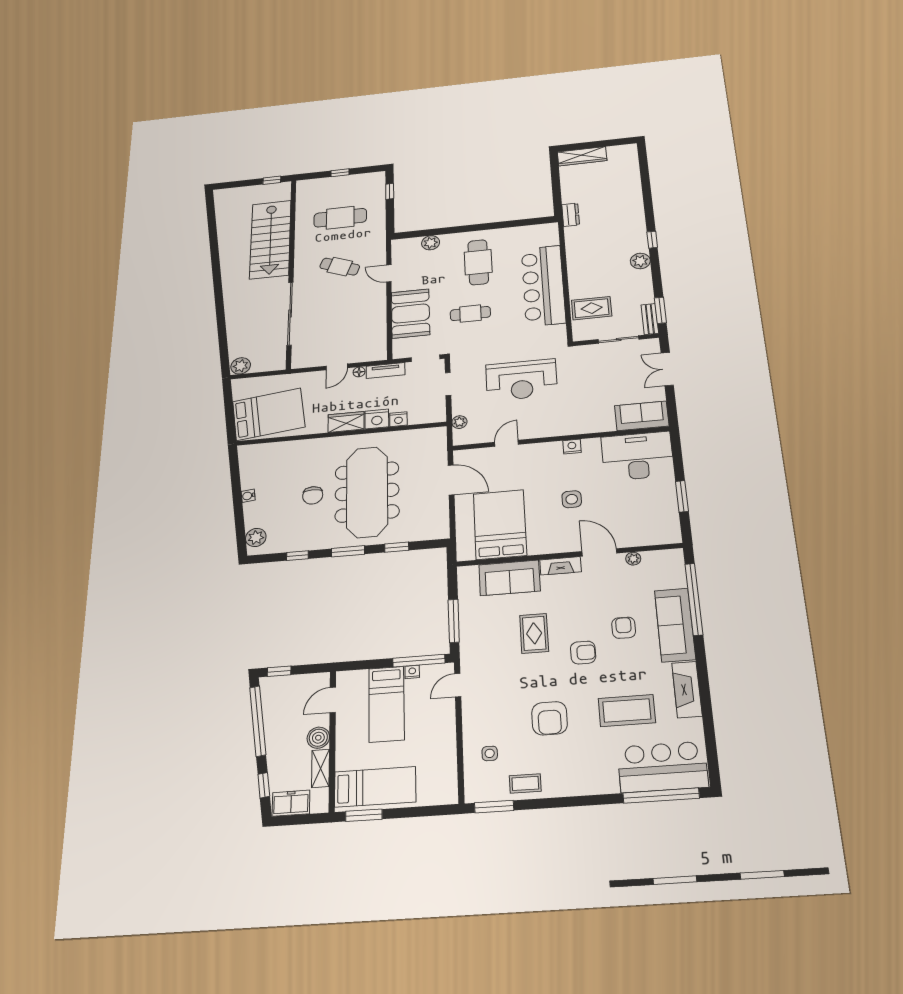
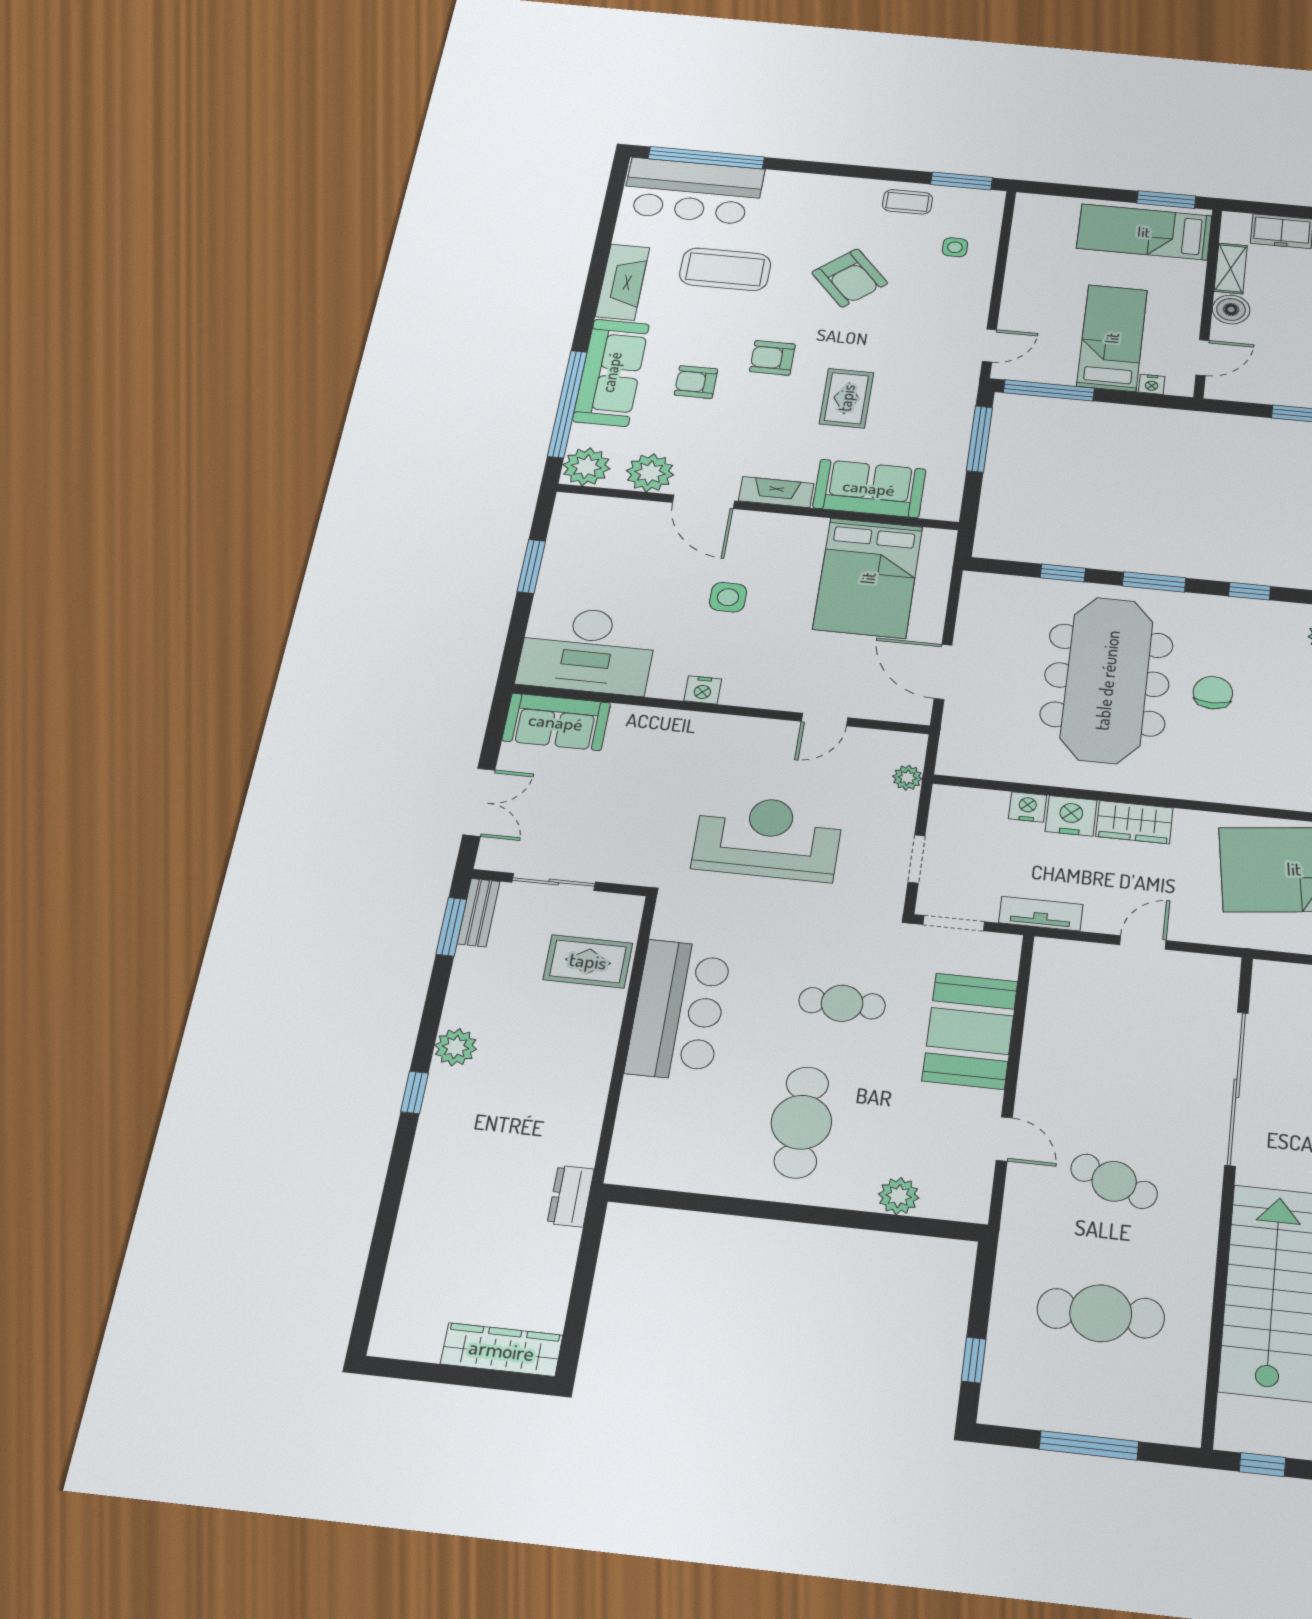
window: (340, 173) -> (1089, 1445), width x2.17
bar counter: (543, 286) -> (679, 1010), width x0.73
floor lamp: (359, 372) -> (1096, 922), removed
plant: (633, 559) -> (650, 473), width x1.88, depth x1.88
plant: (671, 561) -> (586, 467), added
armchair: (624, 628) -> (696, 382), turned 90
nightstand: (412, 672) -> (1152, 384), moved
armchair: (550, 718) -> (850, 278), turned 139

